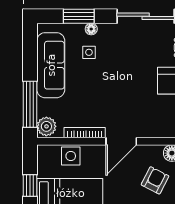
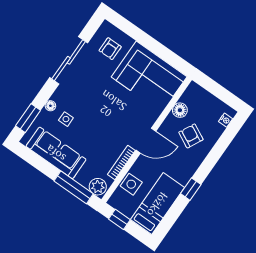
window: (79, 16) -> (28, 118), moved
door: (121, 141) -> (146, 141), hinge flipped
window: (30, 186) -> (119, 219), moved

